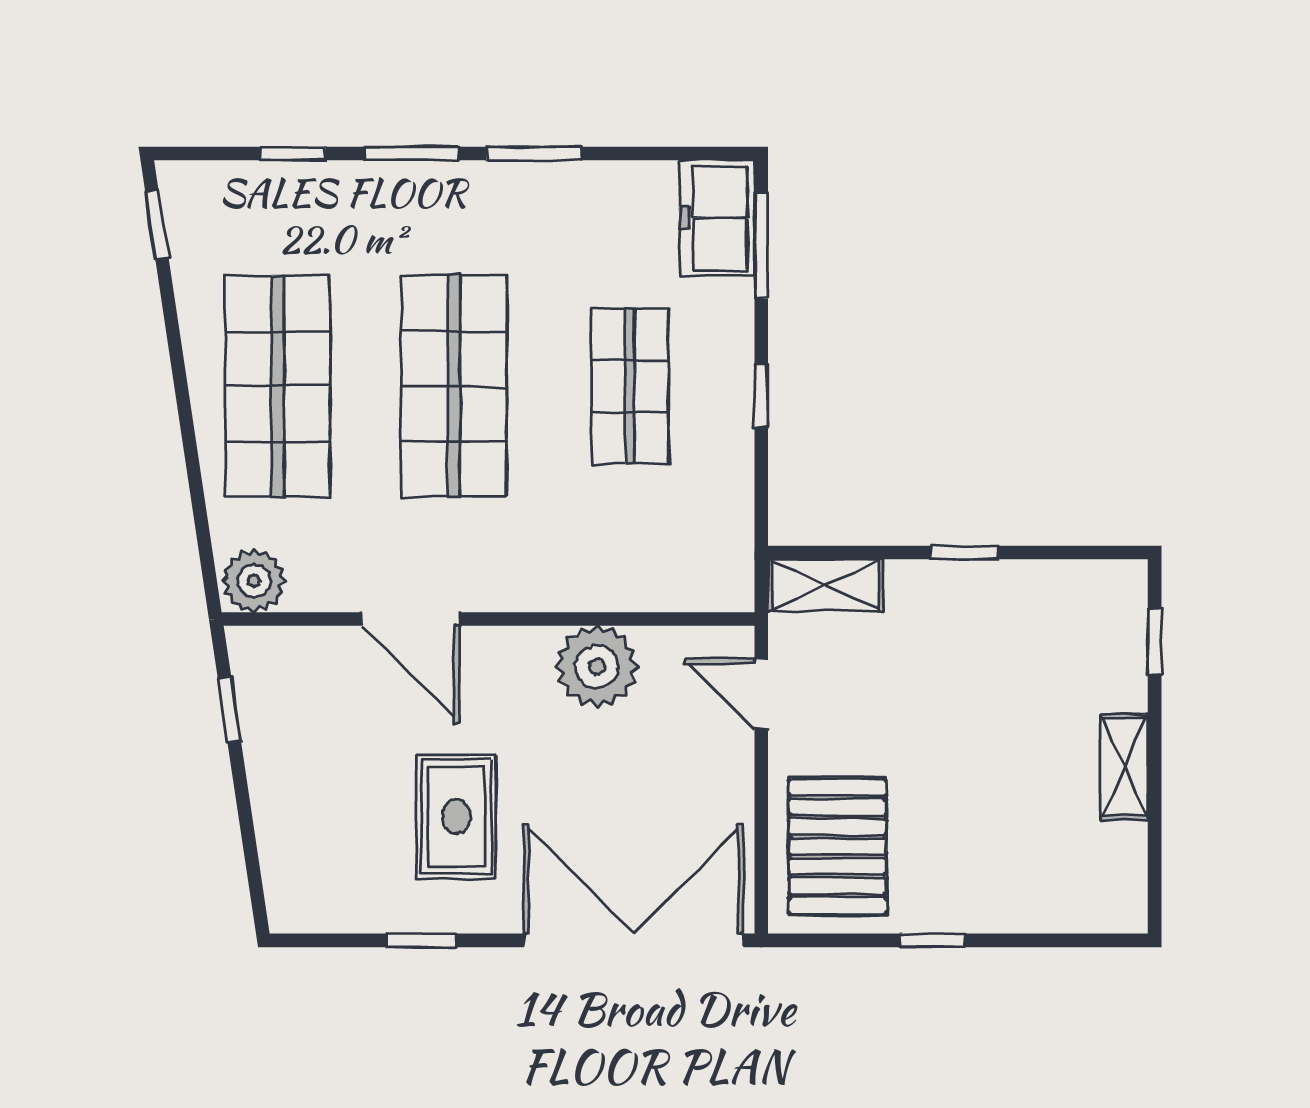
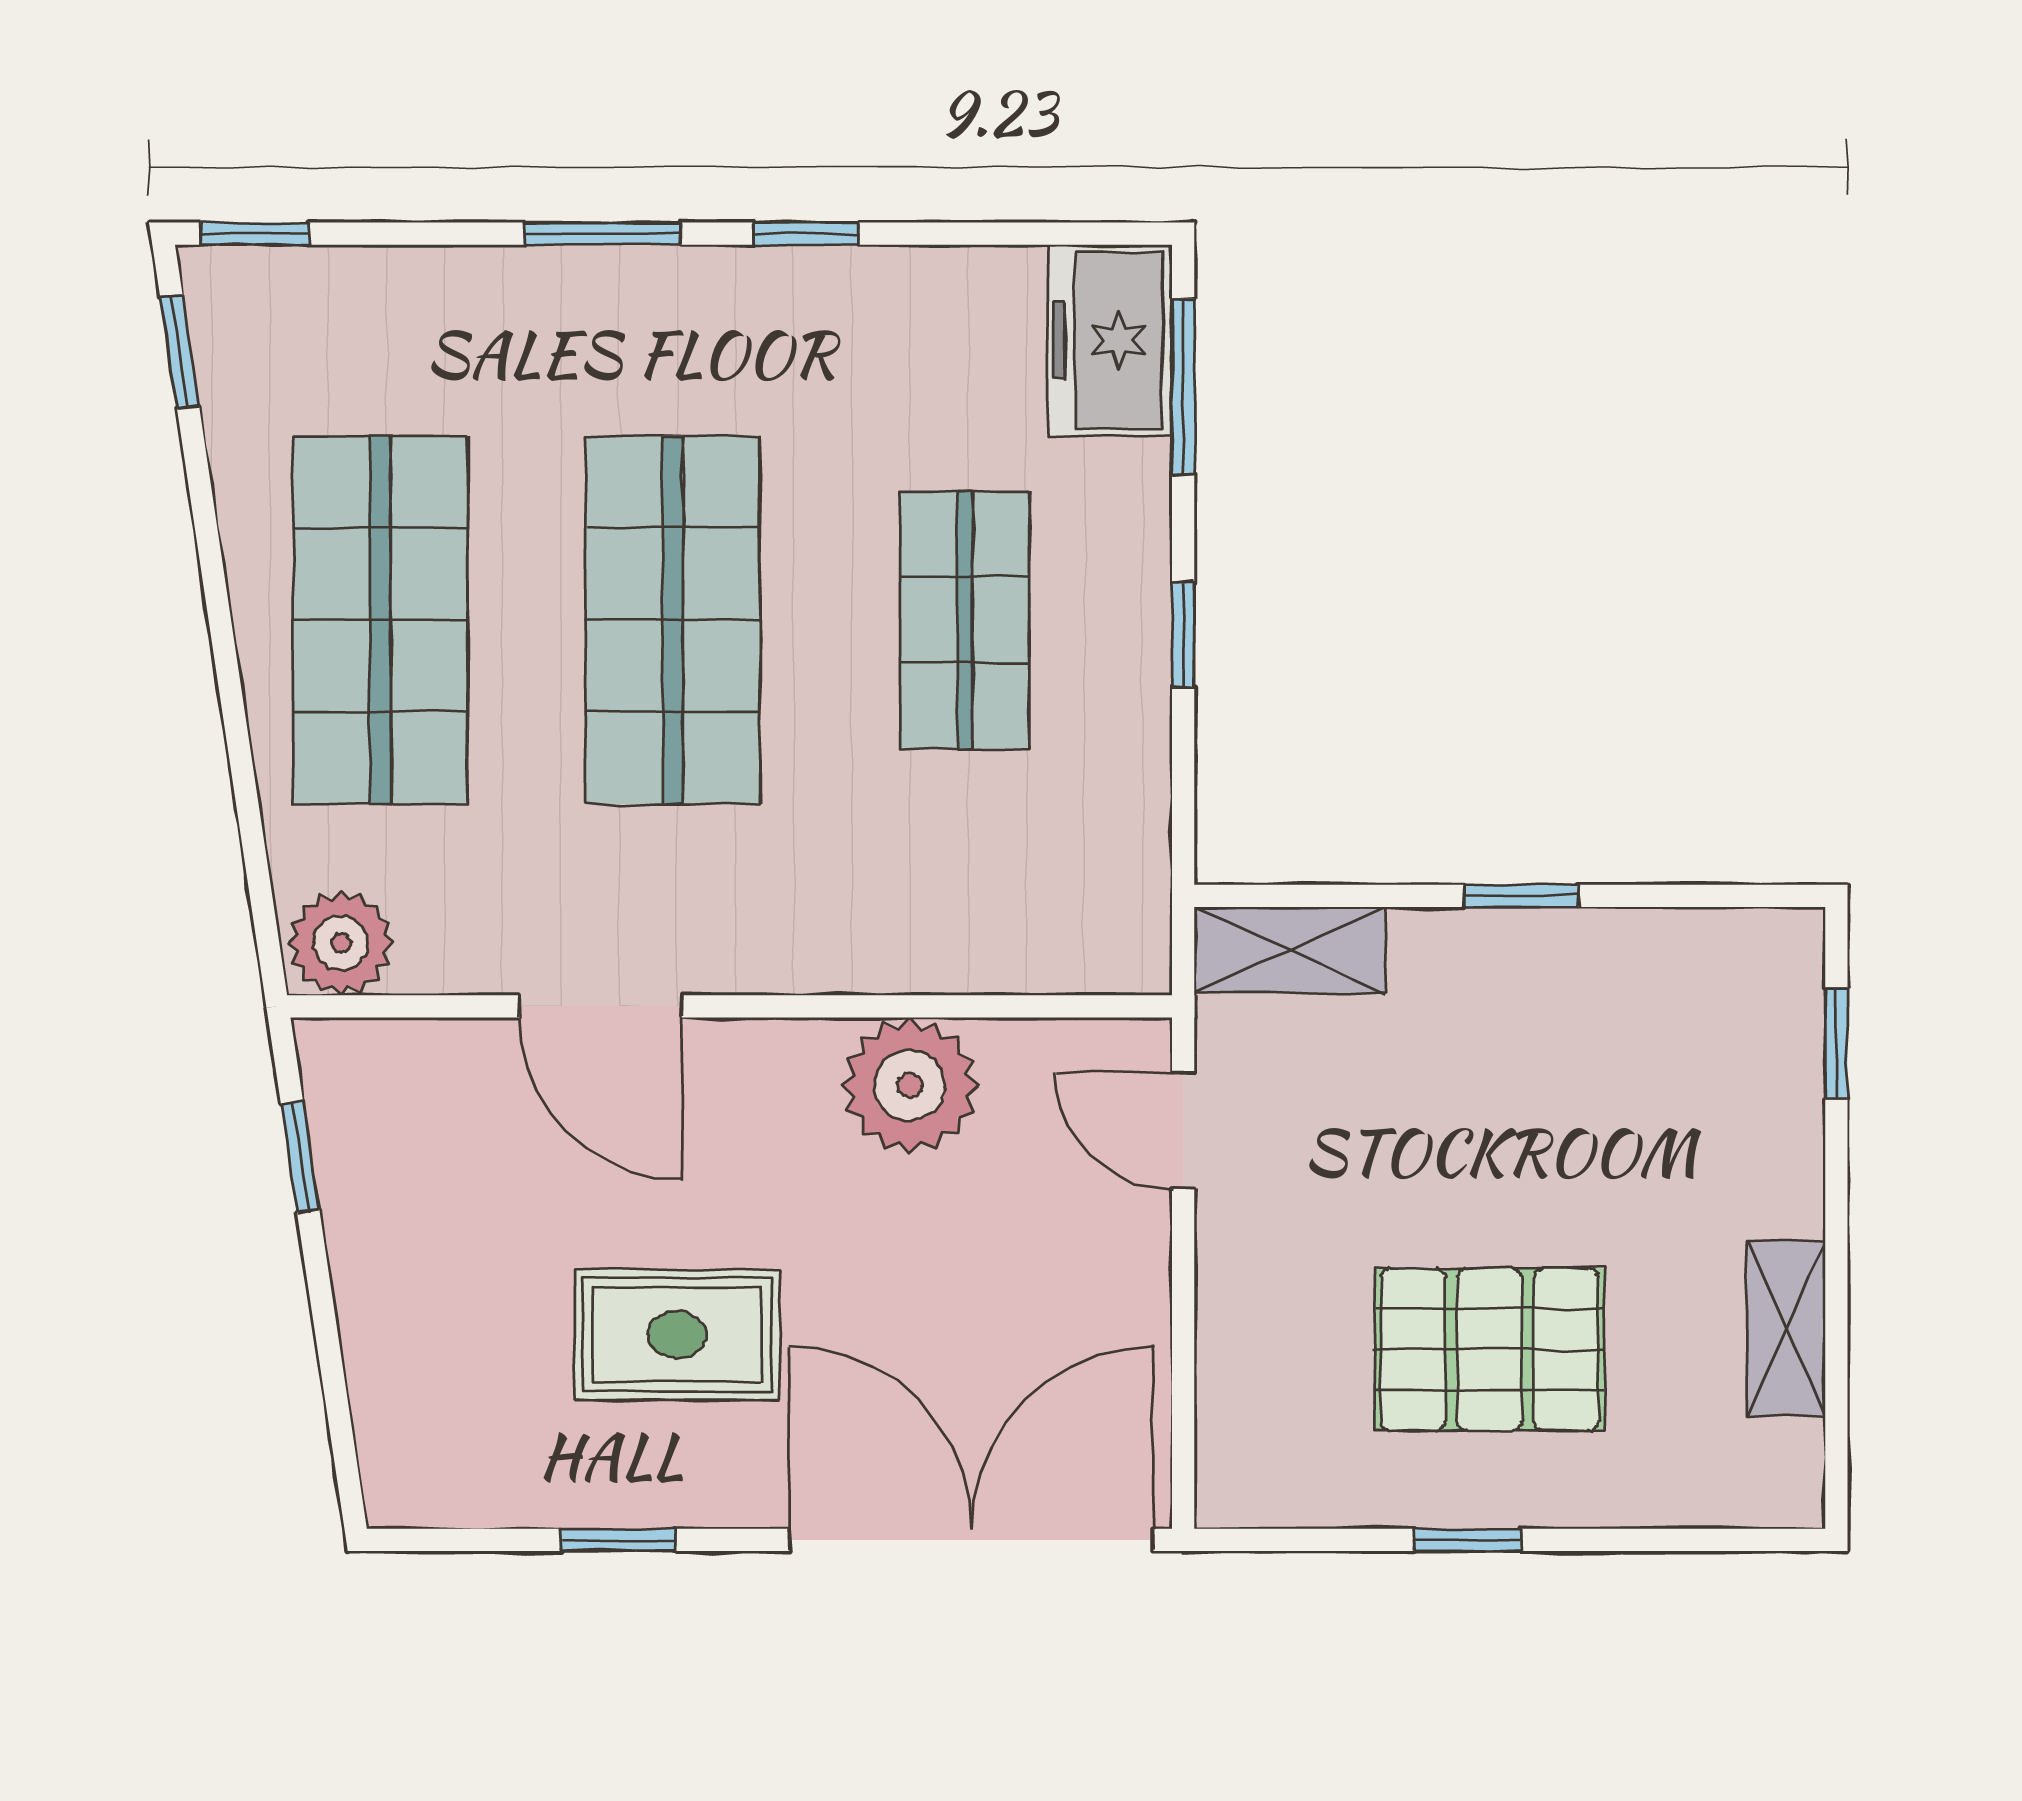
window: (293, 154) -> (255, 234), moved
window: (534, 154) -> (806, 234), width x0.67
shelving: (1124, 767) -> (1786, 1329), moved
rug: (456, 817) -> (677, 1335), turned 90
pallet: (837, 846) -> (1489, 1350), moved, turned 90

